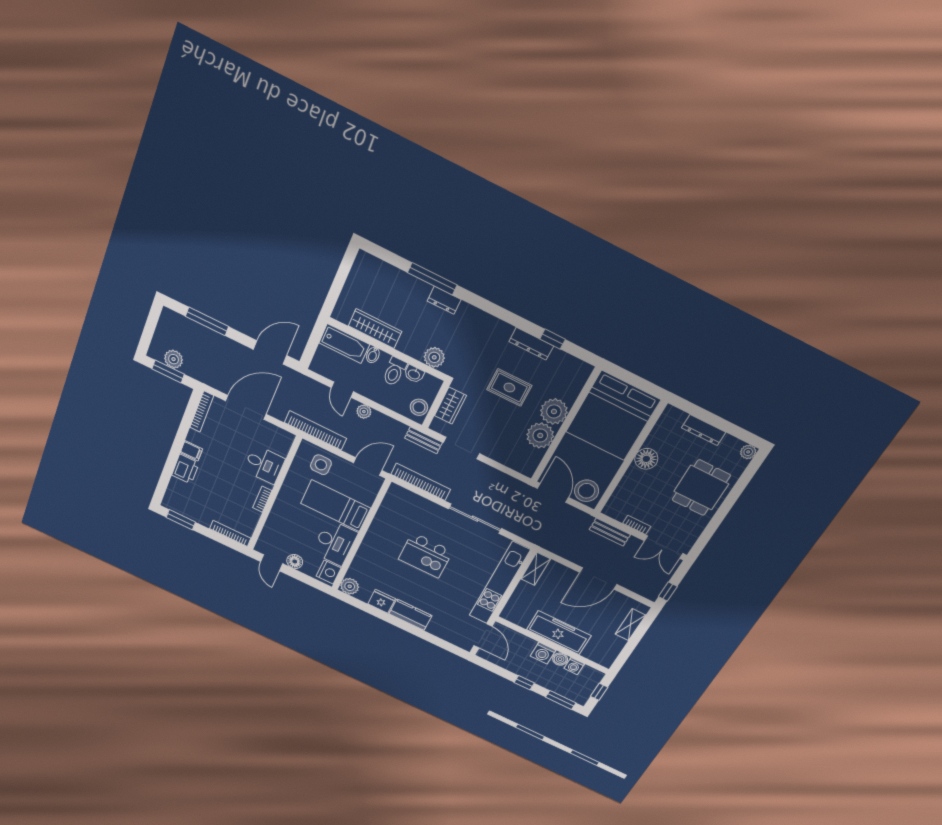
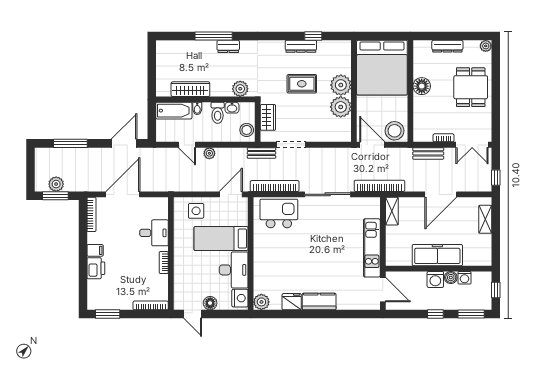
bookcase: (315, 430) -> (379, 186), moved
kitchen island: (426, 555) -> (279, 213), moved, turned 180
kitchen unit: (499, 583) -> (372, 248), width x0.73

